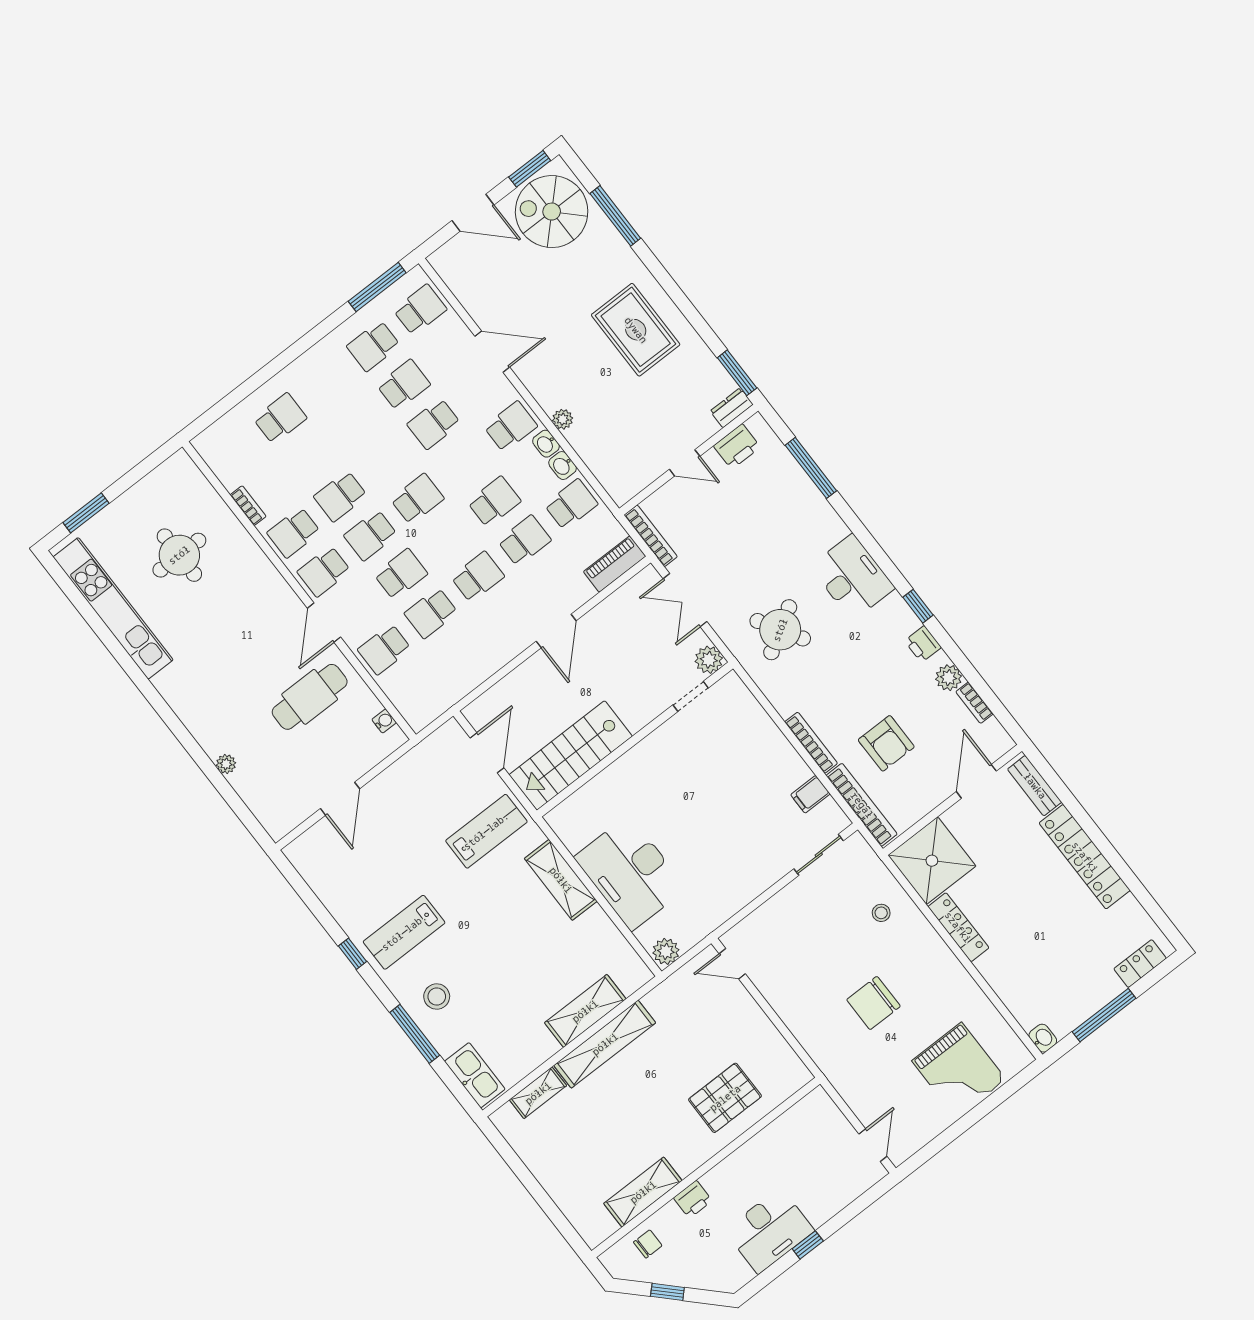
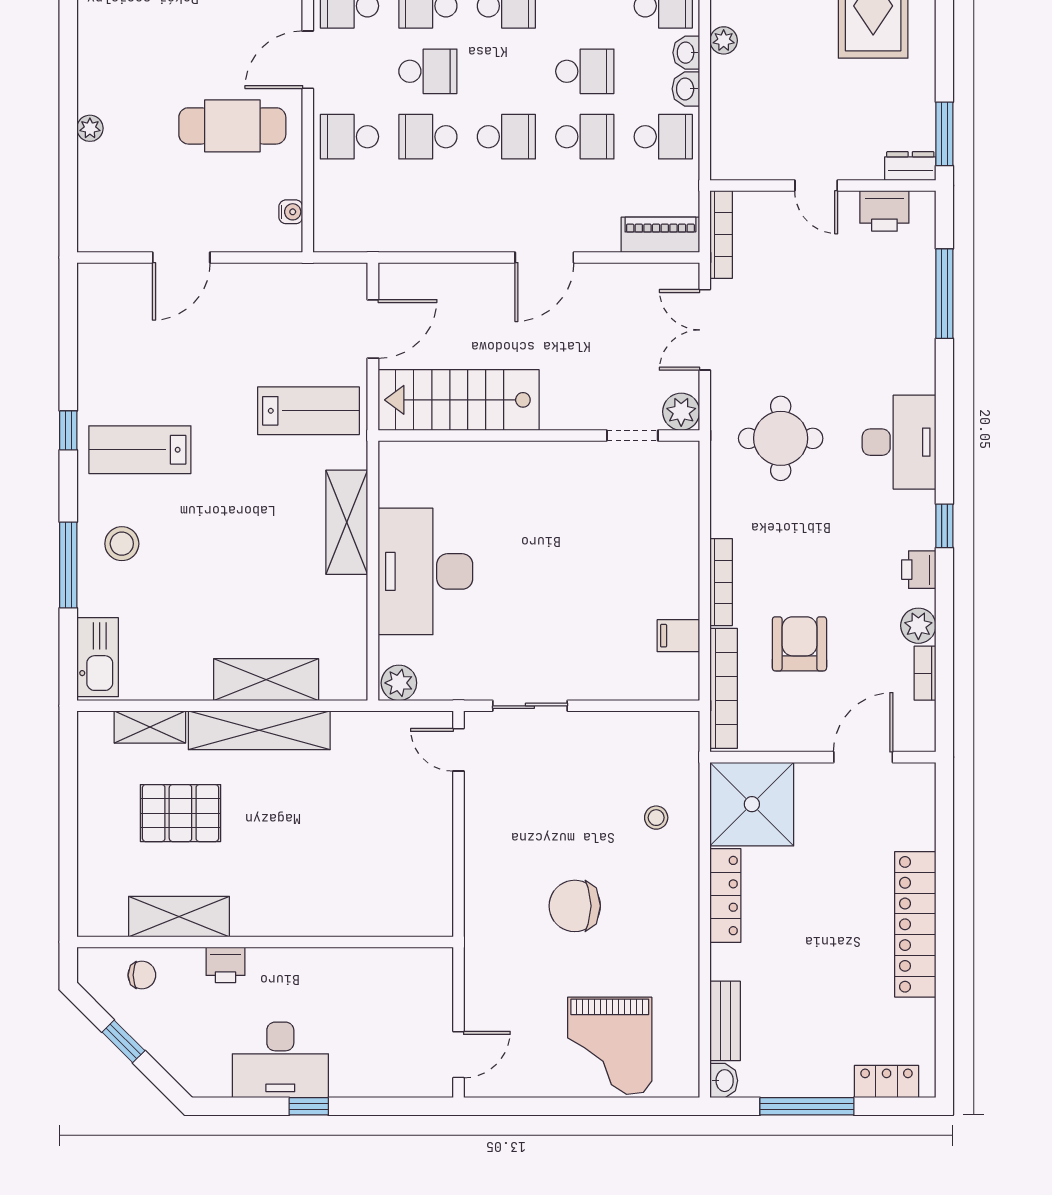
round table: (780, 630) -> (781, 438), turned 31
armchair: (886, 743) -> (799, 644), turned 180
bench: (1035, 786) -> (725, 1021), moved
sliding door: (819, 855) -> (530, 706), moved
pallet: (725, 1098) -> (180, 813), moved

